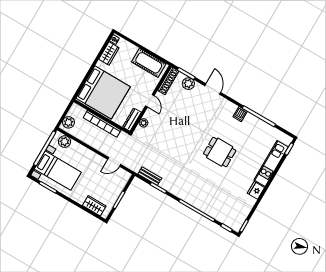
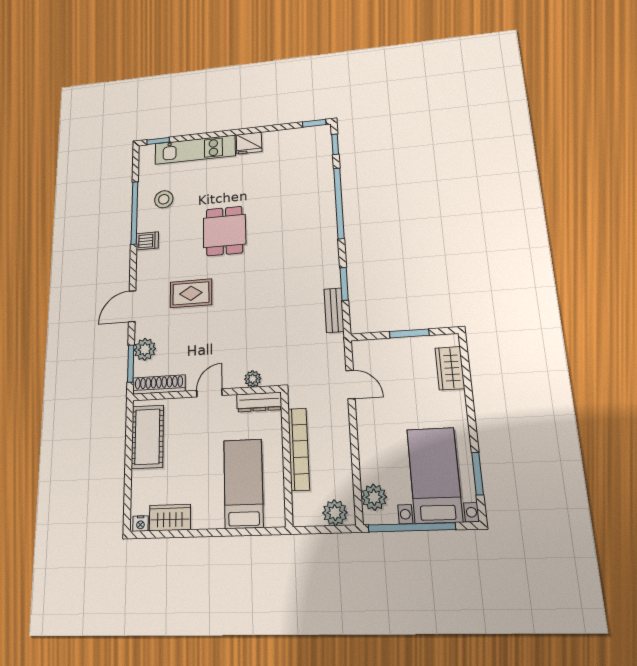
bed: (103, 92) -> (243, 483), width x0.49
rug: (200, 119) -> (191, 293), added
stool: (256, 134) -> (164, 199), added

